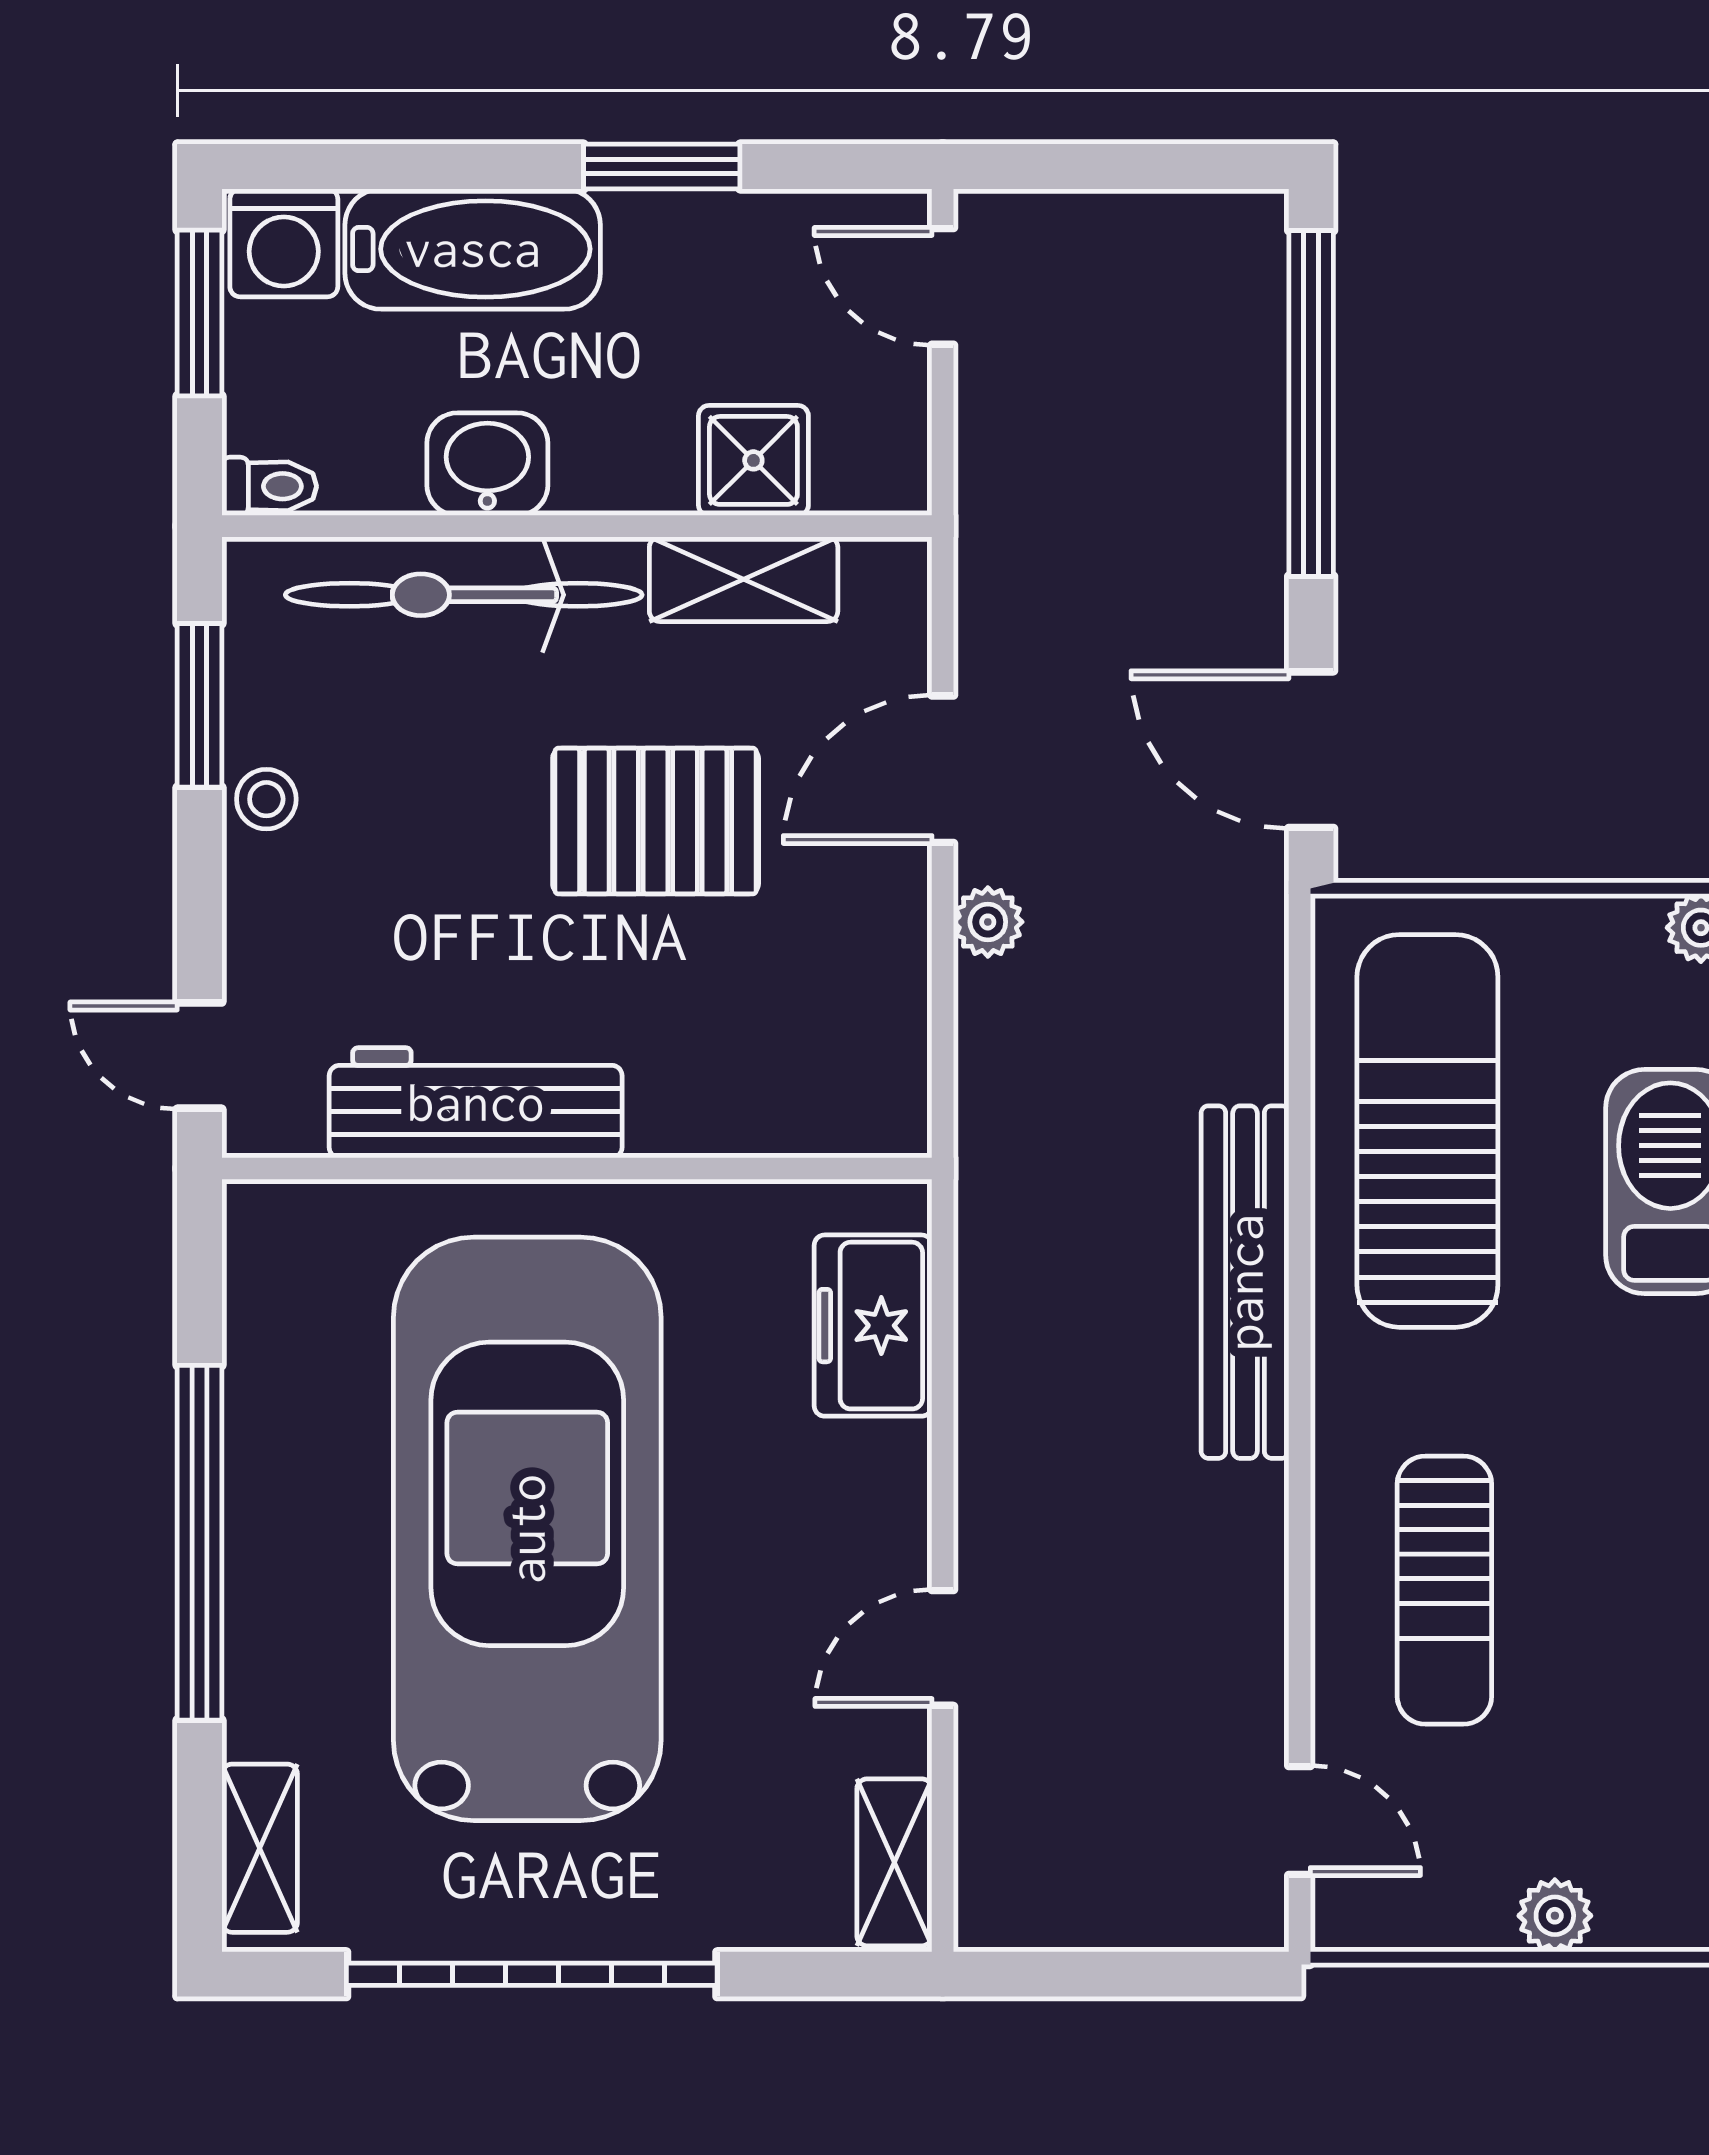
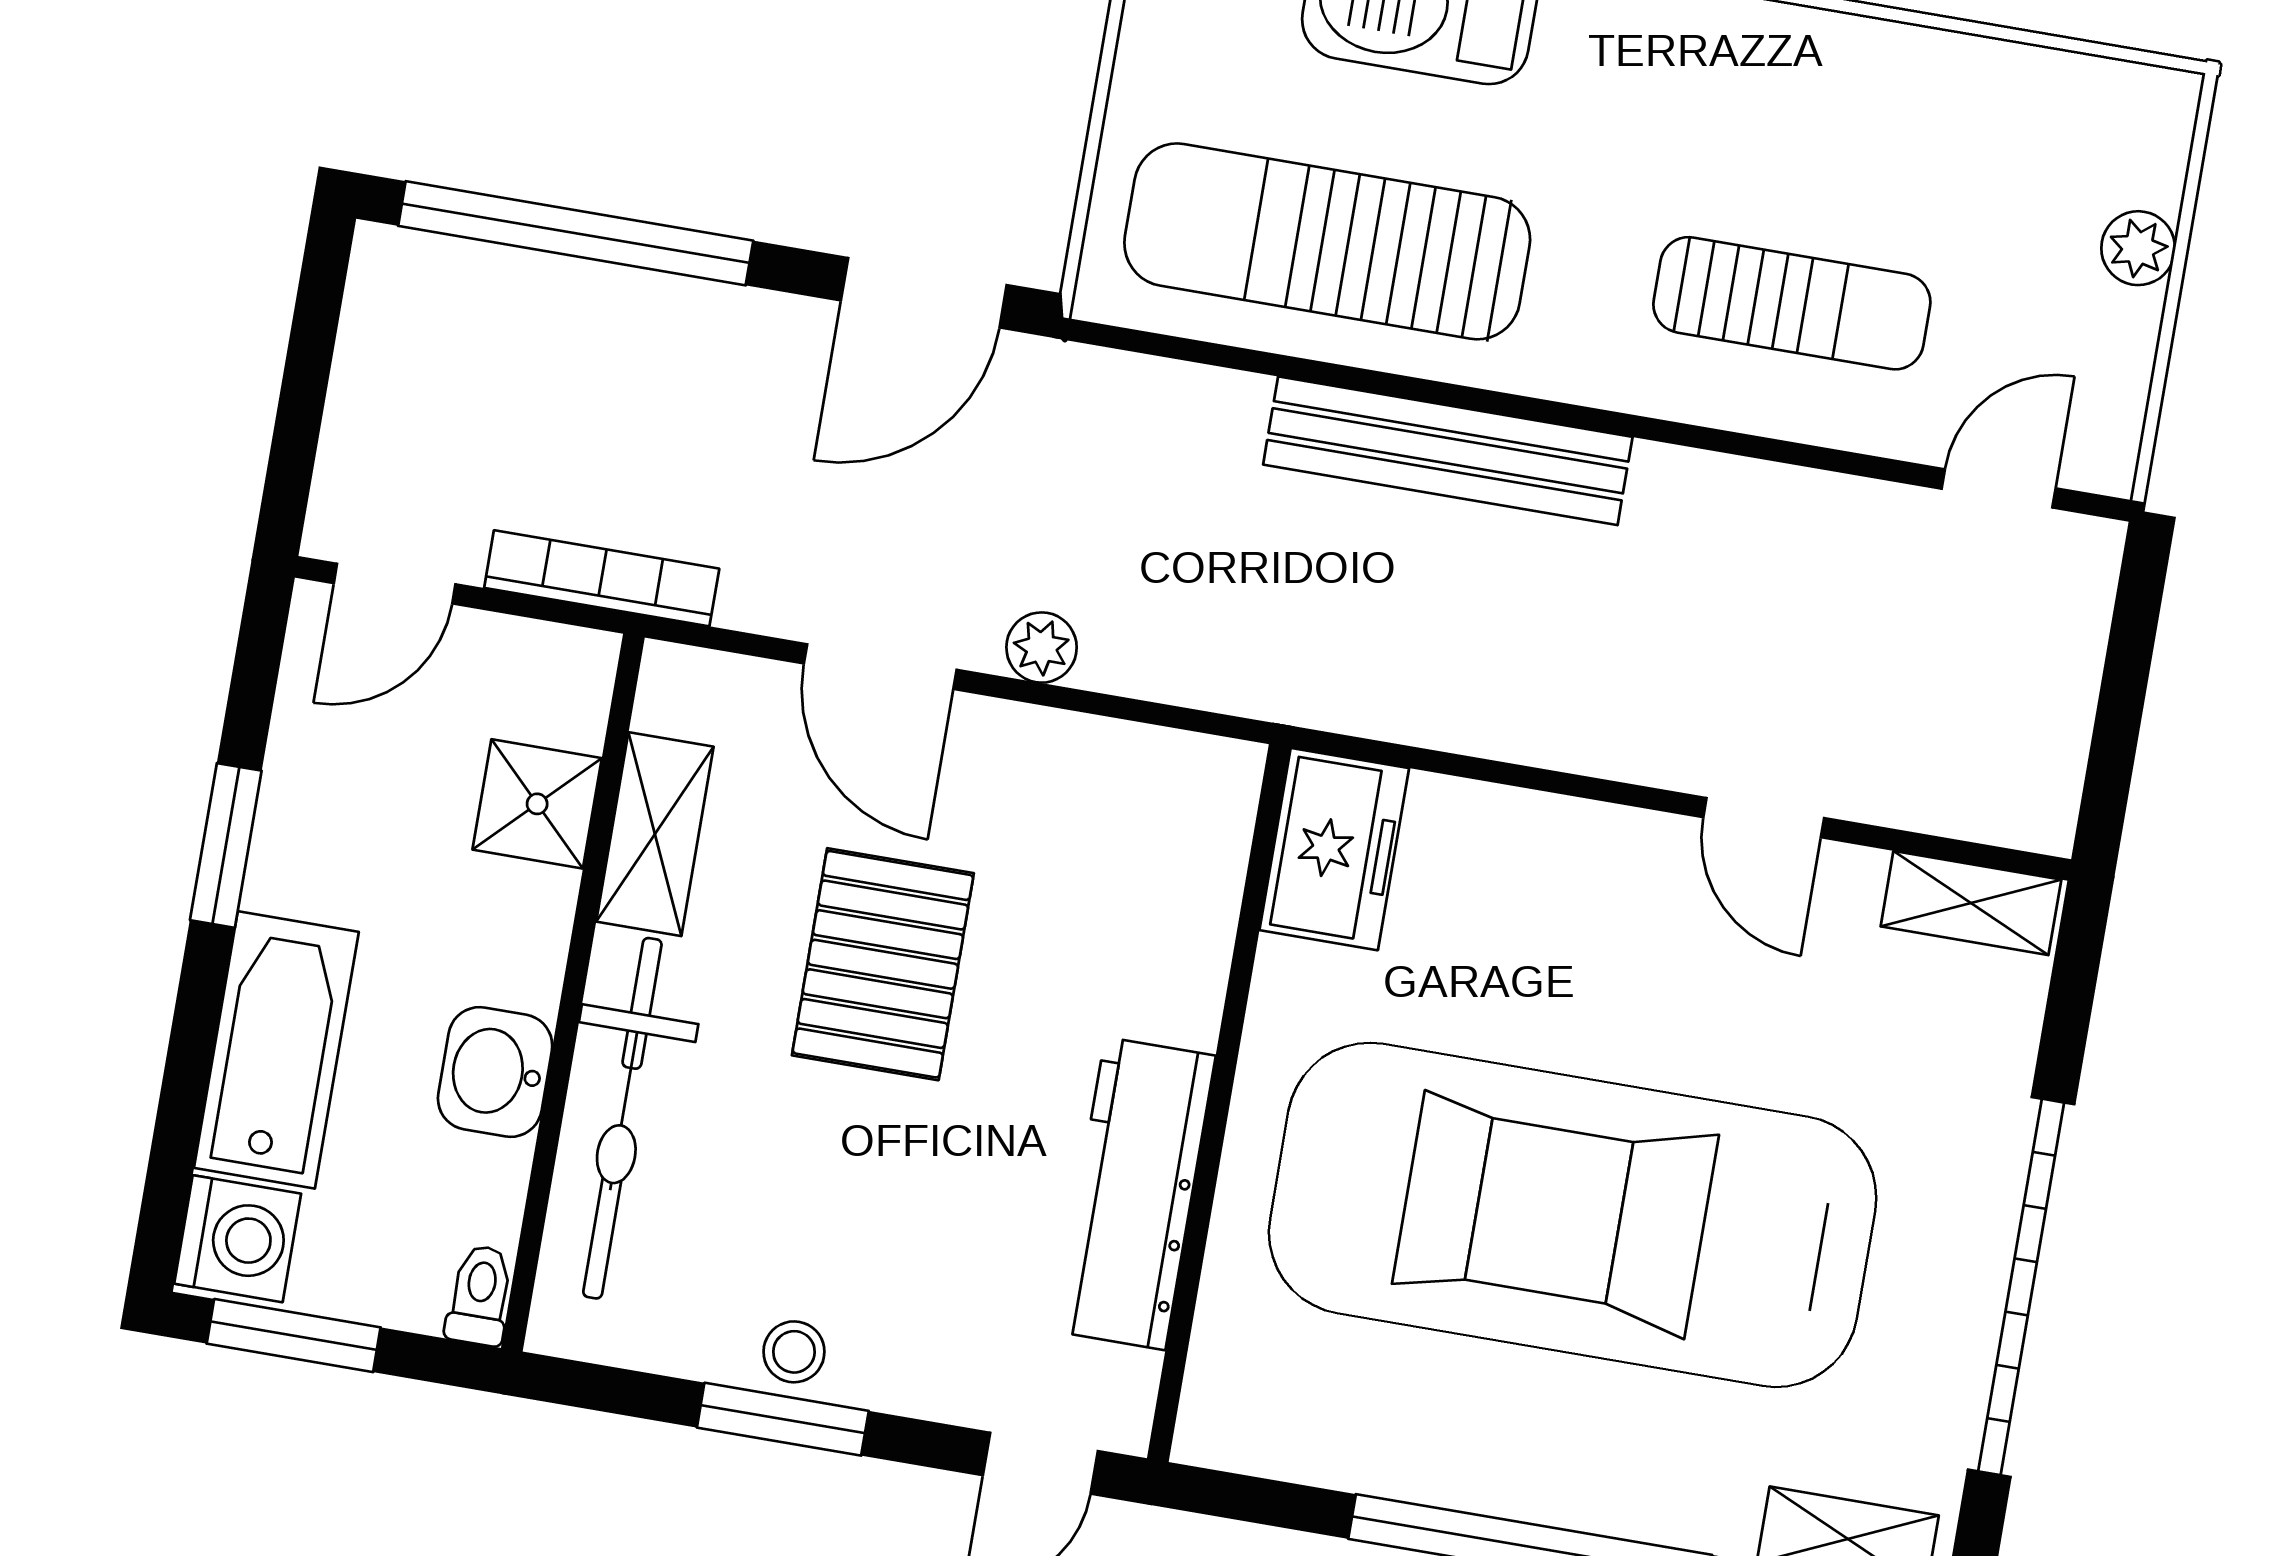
bookcase: (982, 486) -> (602, 578), added
window: (199, 705) -> (783, 1419), moved
freezer: (873, 1326) -> (1334, 849), moved, turned -90

